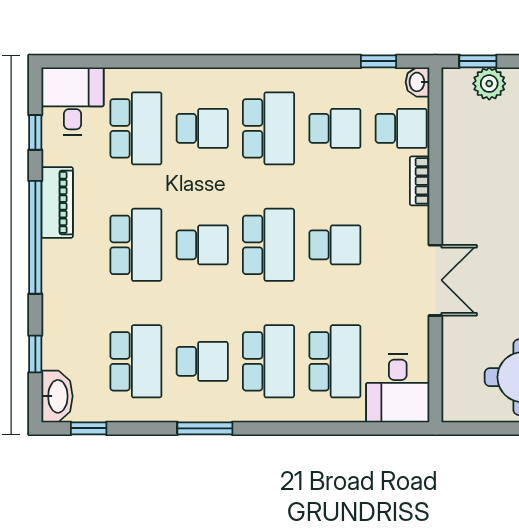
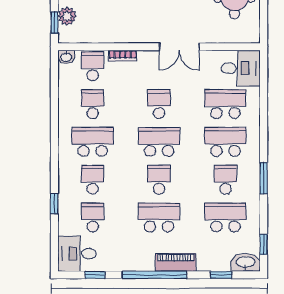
window: (379, 61) -> (54, 204), moved
school desk: (136, 128) -> (93, 218), width x0.54
piano: (57, 202) -> (176, 262), moved
double door: (435, 280) -> (179, 47), swing flipped

